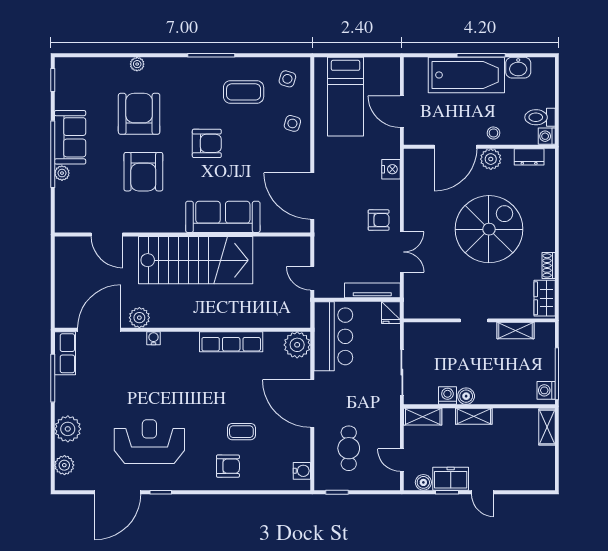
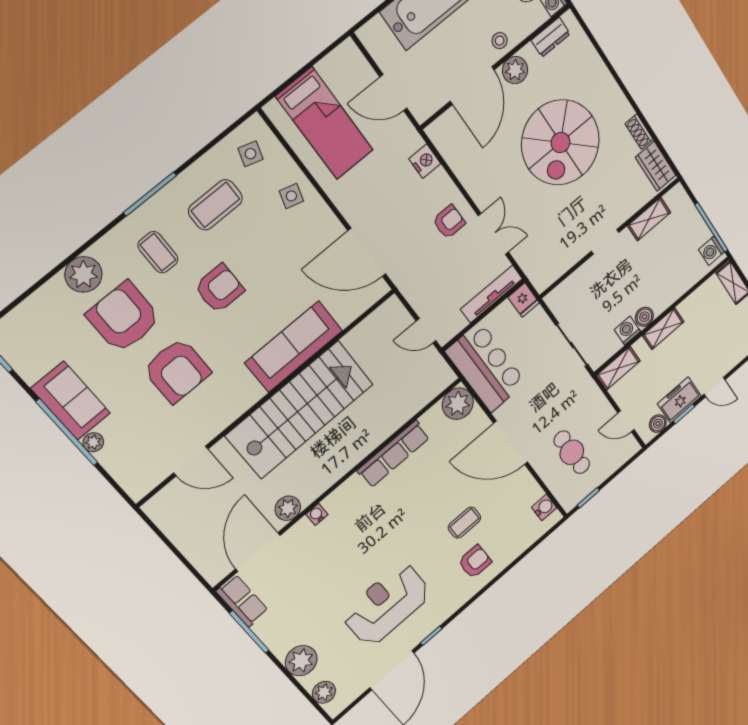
plant: (137, 64) -> (83, 274), width x1.87, depth x1.87
coffee table: (189, 92) -> (158, 252), added
spiral stairs: (489, 229) -> (561, 142), turned 180

